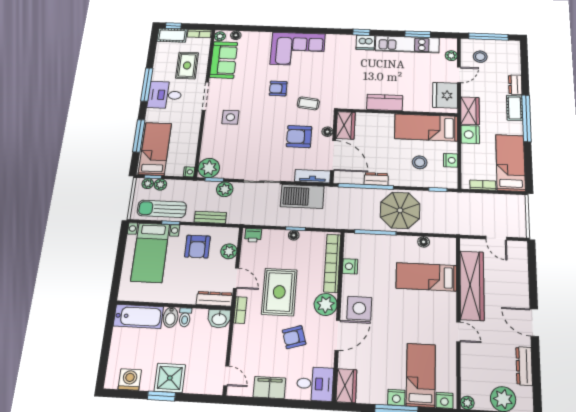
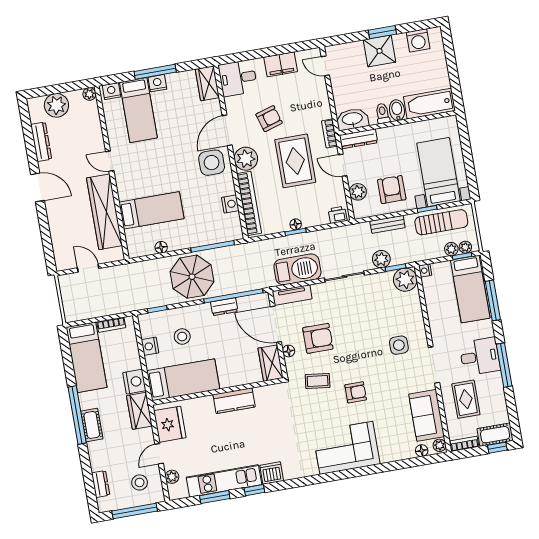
window: (361, 32) -> (254, 490), moved
dresser: (515, 85) -> (101, 484), moved
washbasin: (219, 319) -> (352, 119), width x1.38

